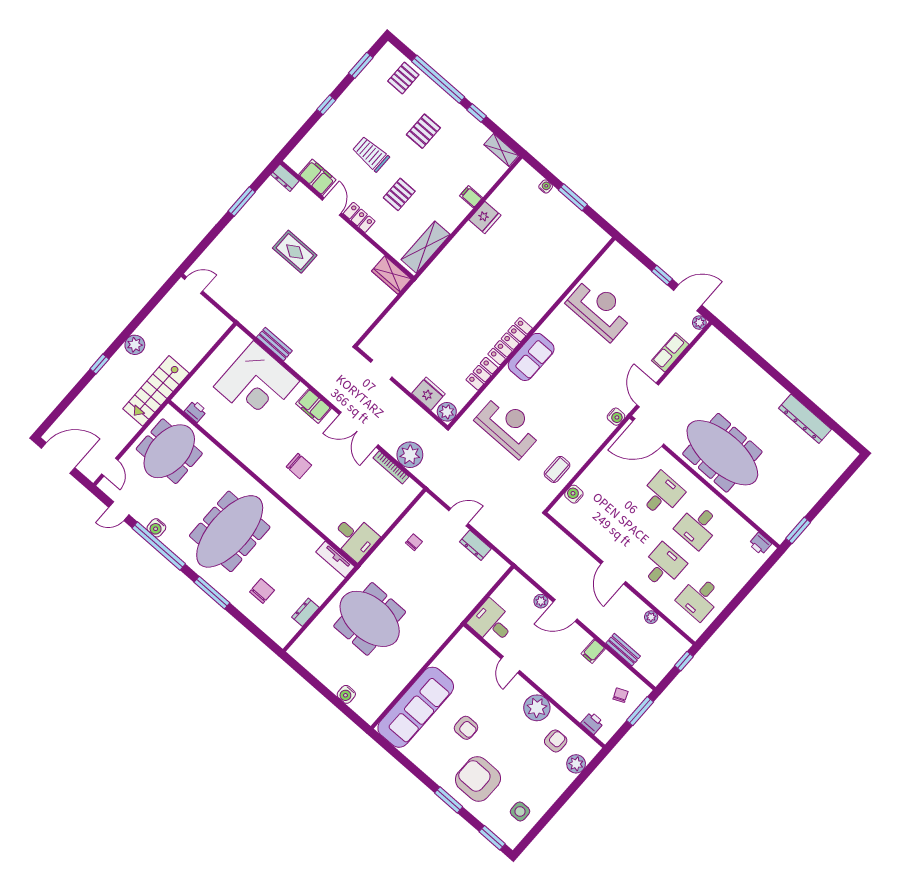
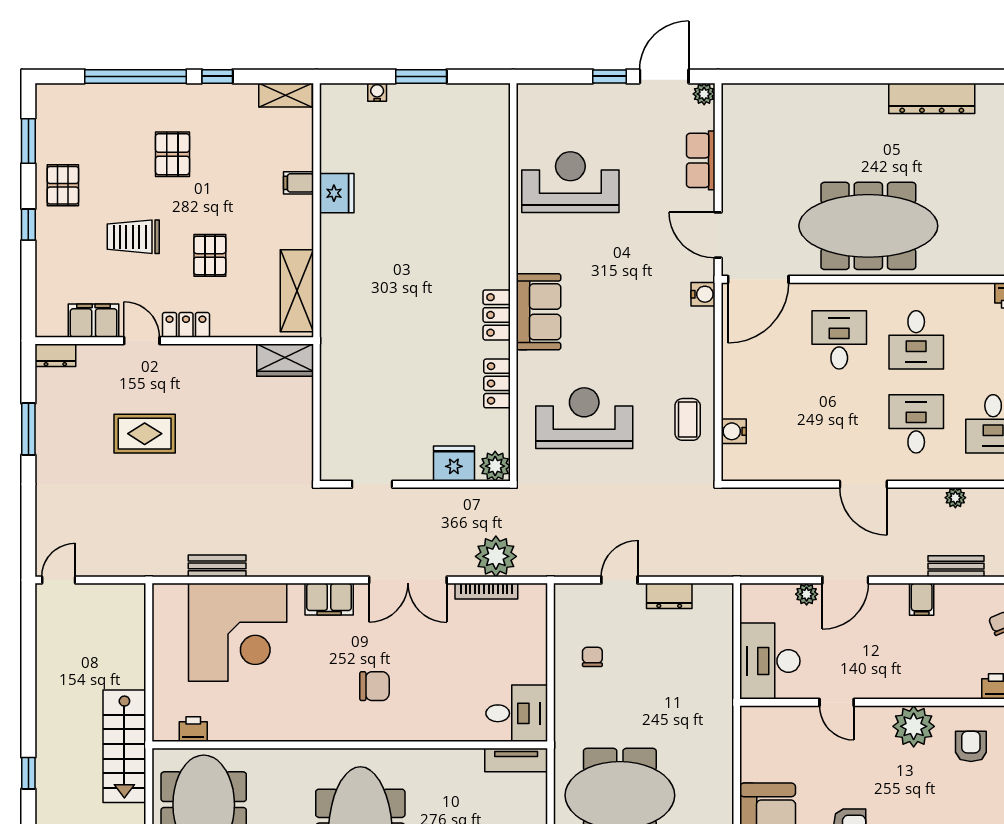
pallet: (403, 78) -> (63, 185), moved
locker: (510, 341) -> (497, 315), width x0.66
plant: (135, 345) -> (51, 713), removed
desk: (492, 622) -> (770, 661), width x1.37

